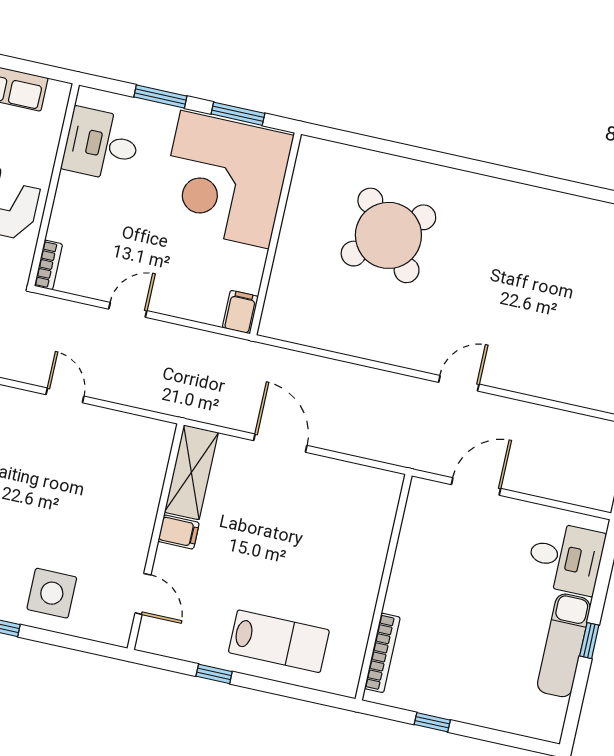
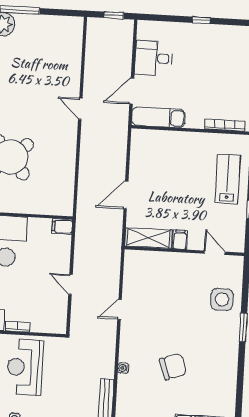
bookcase: (48, 265) -> (18, 327), moved
door: (476, 487) -> (132, 91), hinge flipped
desk: (566, 558) -> (153, 58), moved, turned -90
door: (143, 594) -> (215, 253), hinge flipped
exam couch: (564, 645) -> (158, 117), moved, turned 180

